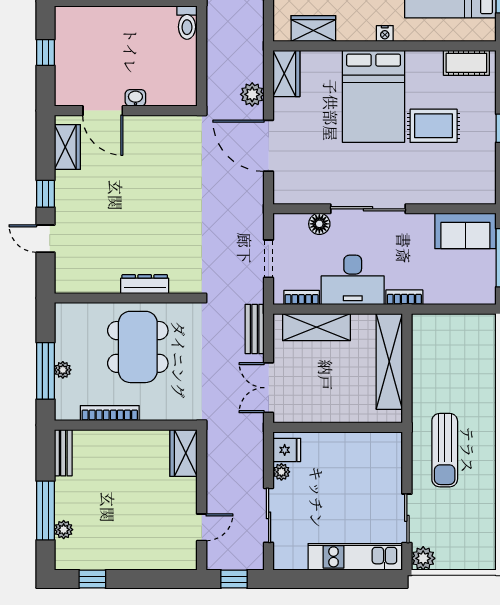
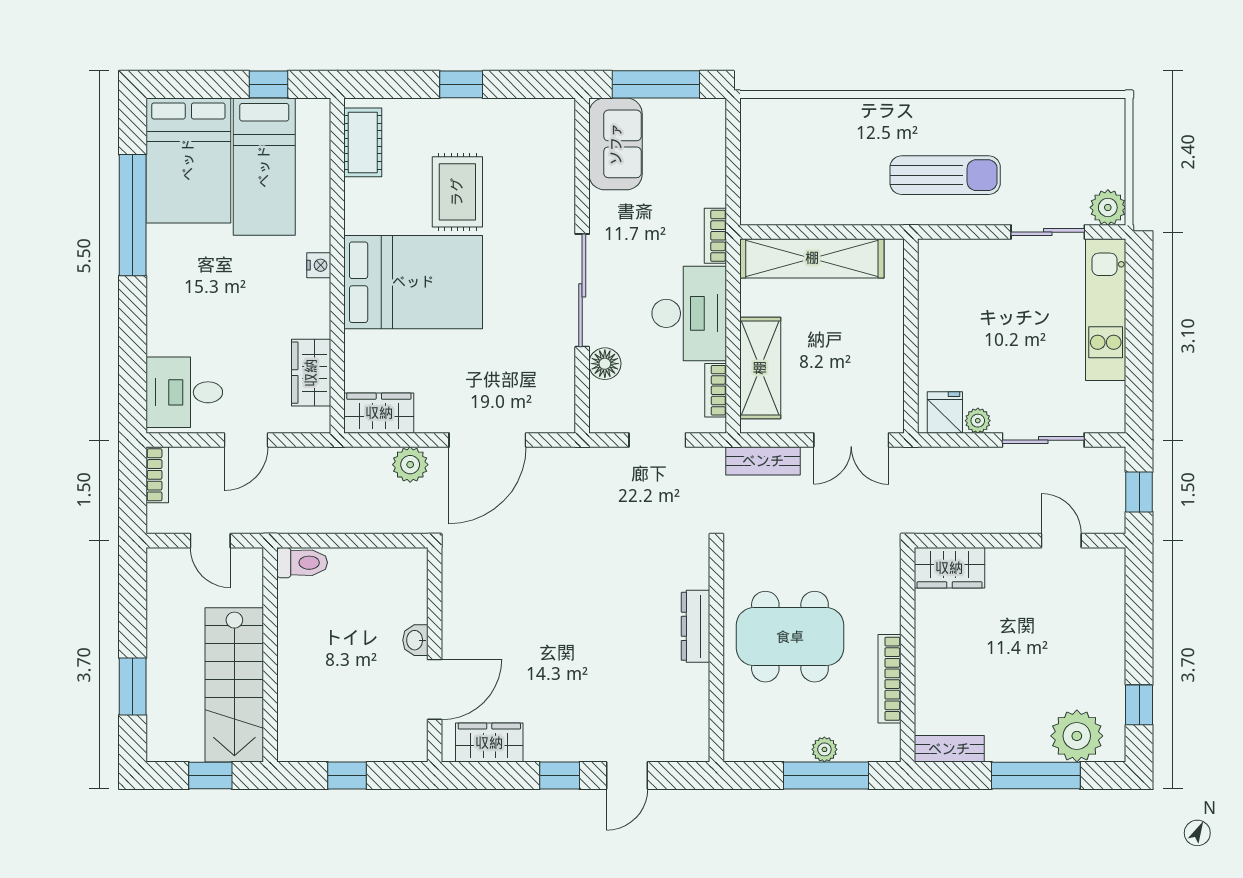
plant: (64, 530) -> (1077, 736), width x1.88, depth x1.88

